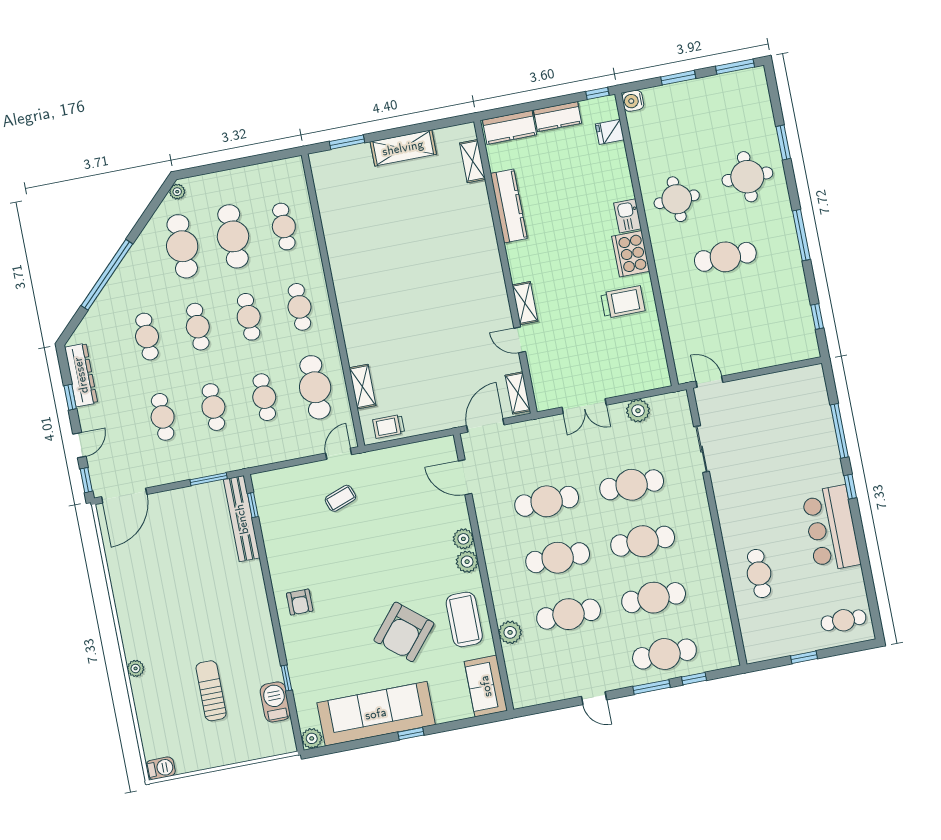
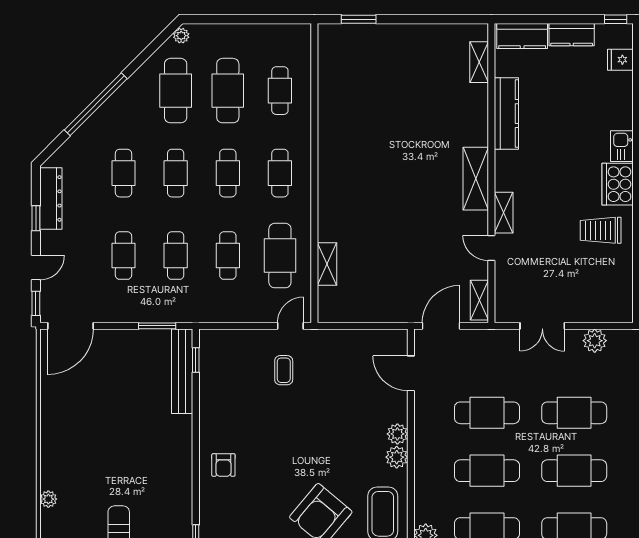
shelving: (403, 148) -> (476, 179), moved, turned 90
trolley: (623, 302) -> (601, 230), turned 180
trolley: (389, 426) -> (345, 308), removed
coffee table: (340, 498) -> (284, 370), turned -70

